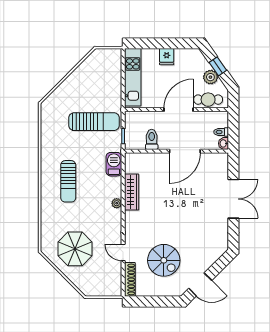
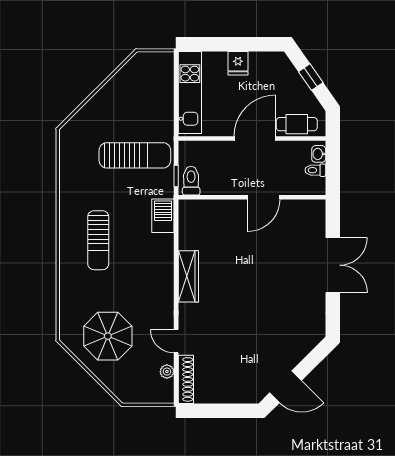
plant: (210, 77) -> (300, 92), removed
toilet: (152, 139) -> (191, 181), moved
washbasin: (224, 143) -> (319, 154), moved
door: (185, 151) -> (264, 197), width x0.73
wardrobe: (132, 192) -> (188, 276), moved
plant: (117, 203) -> (167, 372), moved
spiral stairs: (164, 260) -> (234, 352), removed

